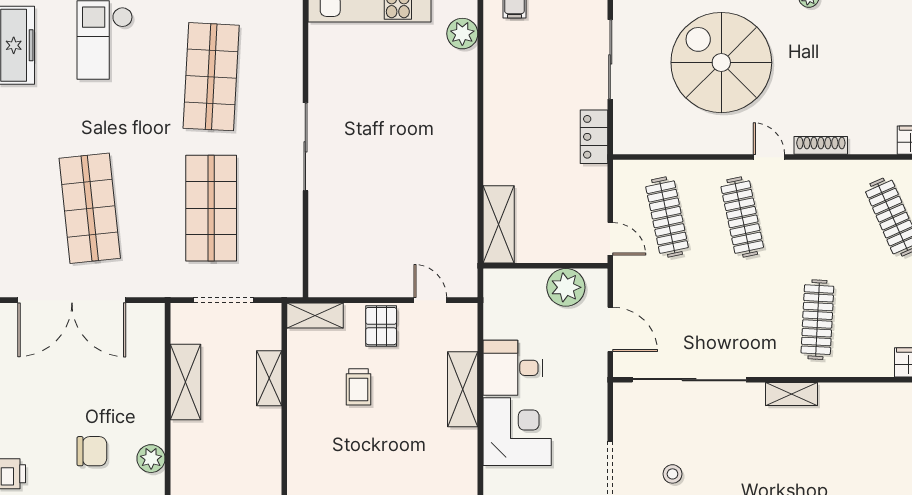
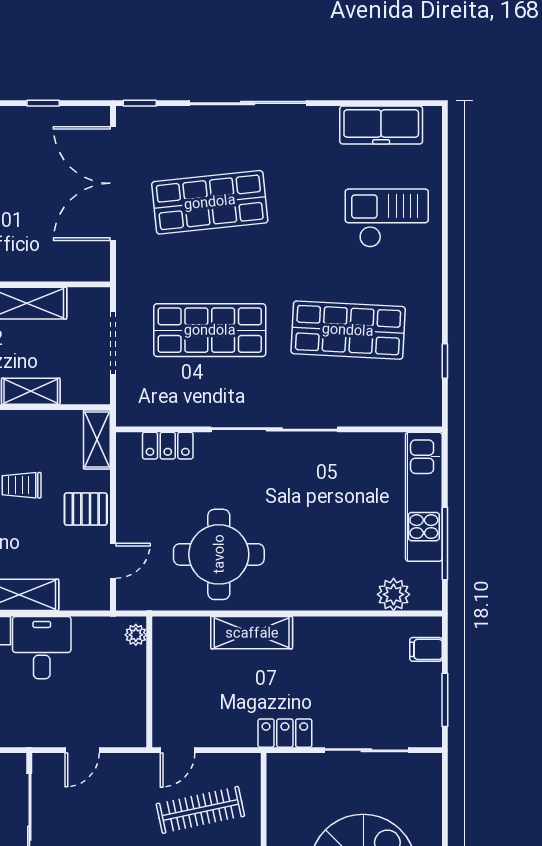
sliding door: (305, 147) -> (274, 429), width x1.36
round table: (424, 200) -> (219, 554), added
shelving: (499, 224) -> (252, 633), moved
locker: (321, 248) -> (168, 446), added
plant: (566, 287) -> (136, 635), moved, width x0.53, depth x0.53
door: (610, 329) -> (82, 750), width x0.73

